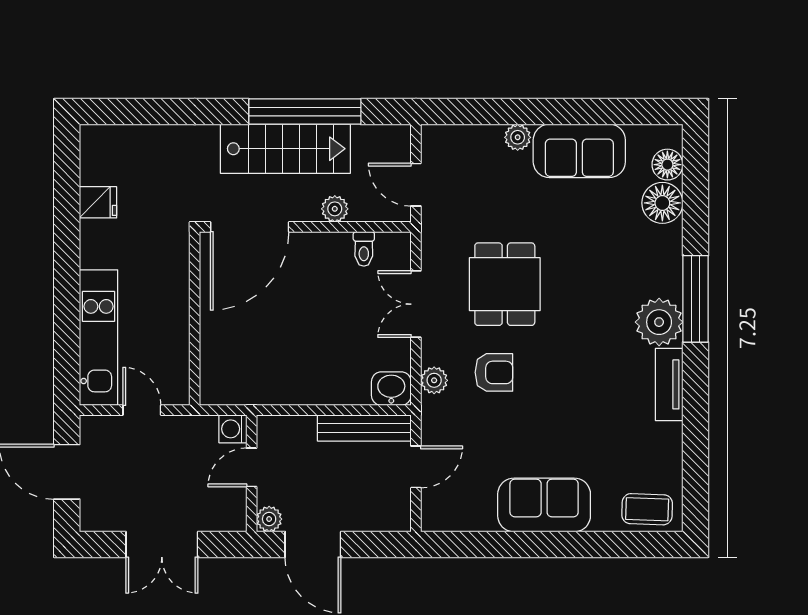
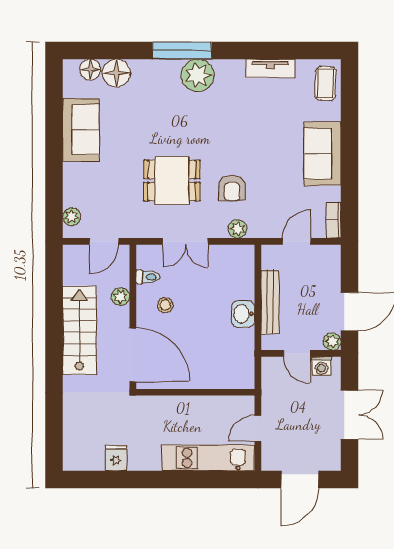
window: (305, 112) -> (54, 317), removed
plant: (518, 137) -> (72, 217), moved
stool: (323, 274) -> (165, 305), added
armchair: (494, 372) -> (232, 188), turned 180
tv unit: (669, 384) -> (270, 68), moved
washbasin: (391, 389) -> (243, 314), moved
bench: (364, 428) -> (270, 302), moved
washing machine: (233, 429) -> (321, 366), moved
door: (416, 467) -> (297, 241), hinge flipped
bookcase: (447, 521) -> (334, 220), added

